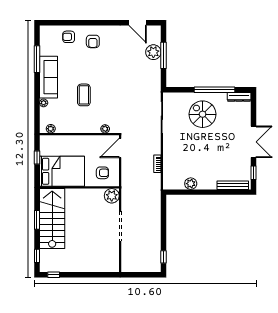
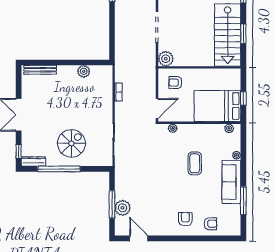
spiral stairs: (203, 114) -> (71, 143), turned -90
bed: (62, 171) -> (217, 106), moved
window: (253, 173) -> (19, 151), moved

